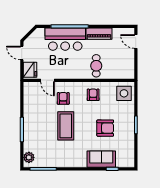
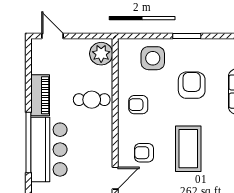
door: (136, 42) -> (53, 36), swing flipped
plant: (125, 72) -> (101, 54), added
side table: (124, 93) -> (153, 58), moved
coffee table: (66, 126) -> (188, 149), turned 90

